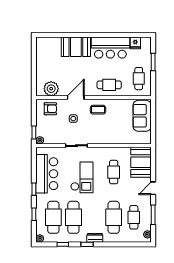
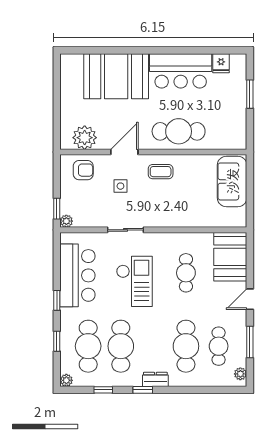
booth: (76, 47) -> (116, 76), width x1.36, depth x1.42
cafe table: (139, 79) -> (227, 121), removed
cafe table: (109, 85) -> (179, 131), width x1.37, depth x1.35

